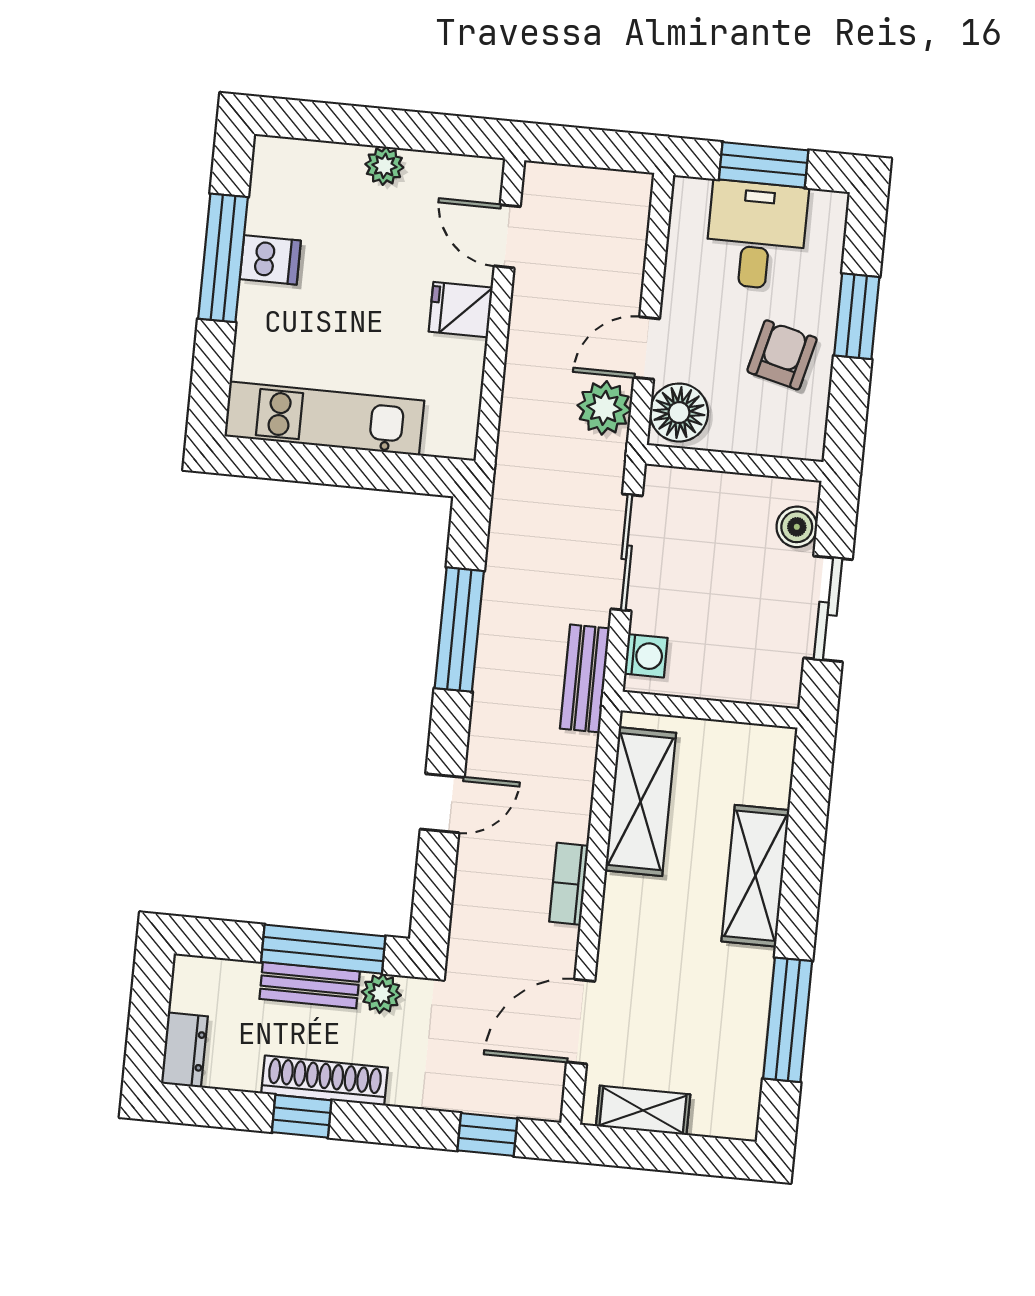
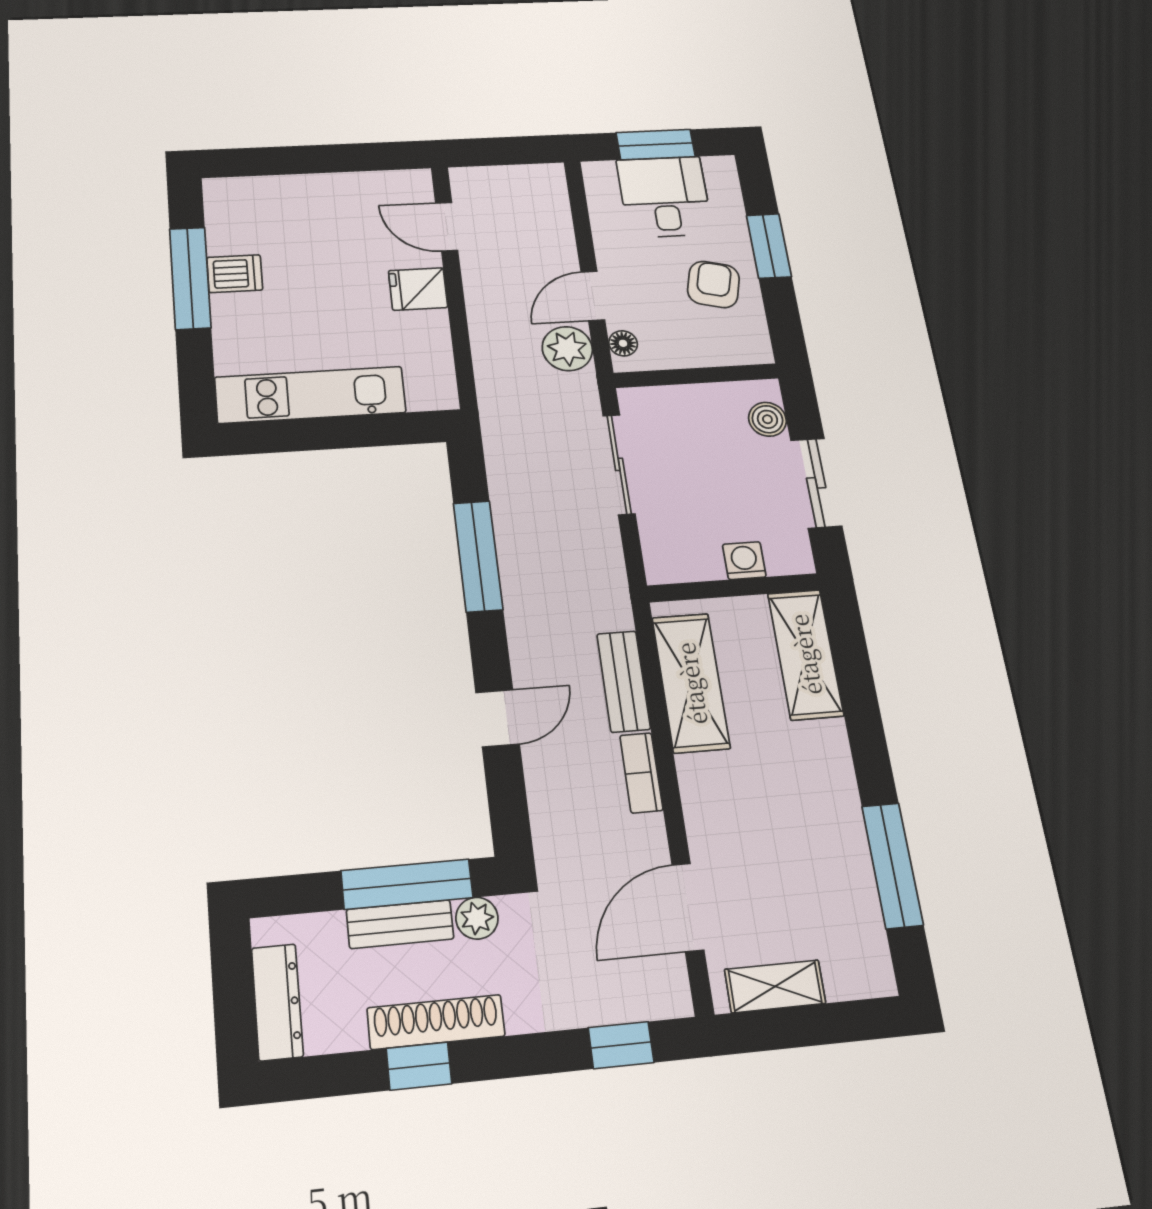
plant: (384, 166) -> (325, 188), removed
floor lamp: (679, 413) -> (623, 343), width x0.53, depth x0.53
washing machine: (646, 656) -> (744, 561), moved, turned -90
bench: (585, 678) -> (624, 681), moved
shelving: (755, 876) -> (805, 654), moved
dresser: (184, 1050) -> (277, 1002), width x1.44

